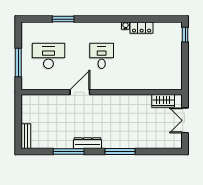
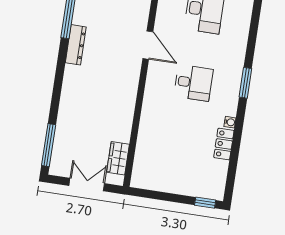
window: (63, 19) -> (245, 83), moved
window: (120, 151) -> (49, 145), moved

